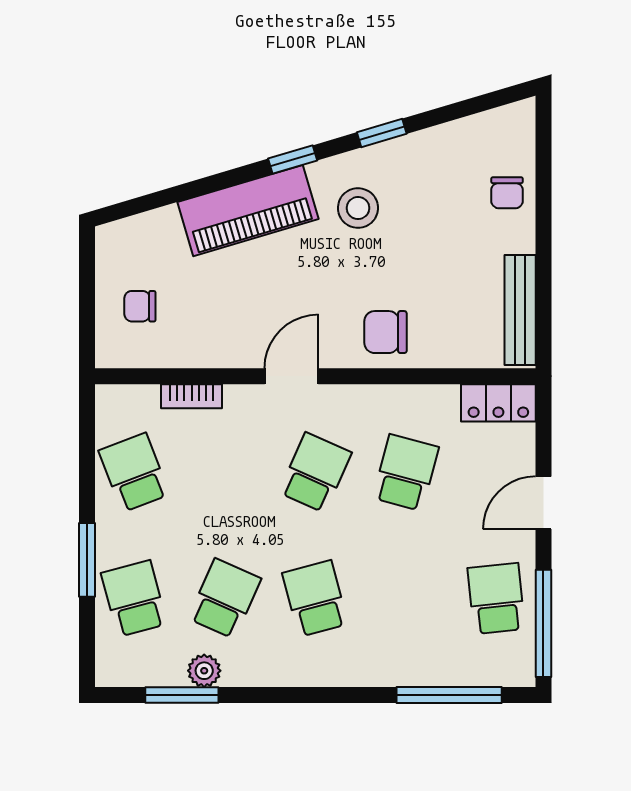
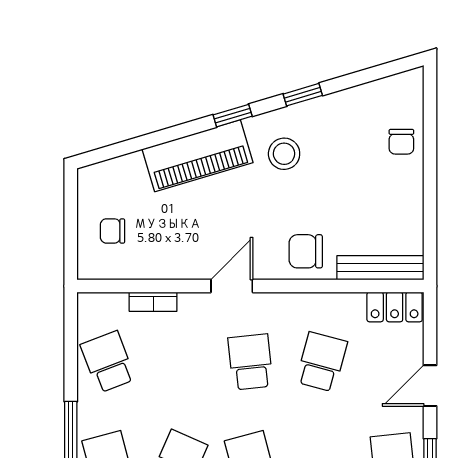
bench: (520, 310) -> (380, 268), moved, turned 90
school desk: (315, 473) -> (250, 362), turned -30

